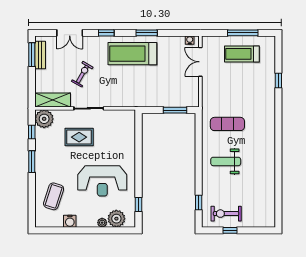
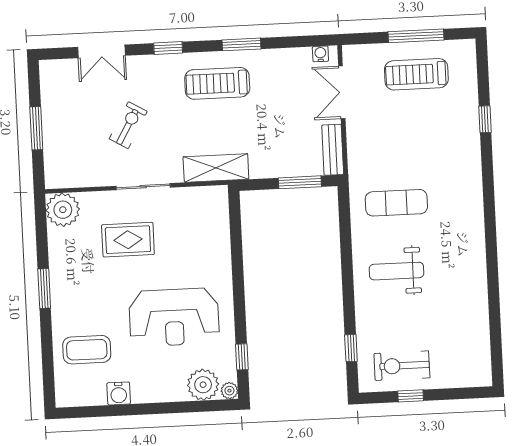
treadmill: (132, 54) -> (217, 83), width x0.73, depth x0.73
window: (32, 55) -> (36, 128), moved
bench: (40, 55) -> (333, 150), moved
shelving: (53, 100) -> (216, 168), moved
window: (32, 132) -> (42, 235), removed
coffee table: (54, 196) -> (87, 350), turned 72
plant: (102, 223) -> (229, 391), moved

